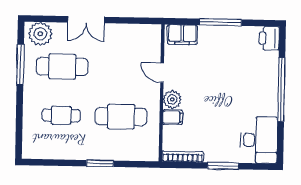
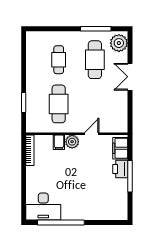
printer: (269, 38) -> (120, 169), moved, turned -90
window: (281, 90) -> (61, 222), moved
window: (100, 163) -> (24, 102), moved
window: (223, 166) -> (24, 180), removed

